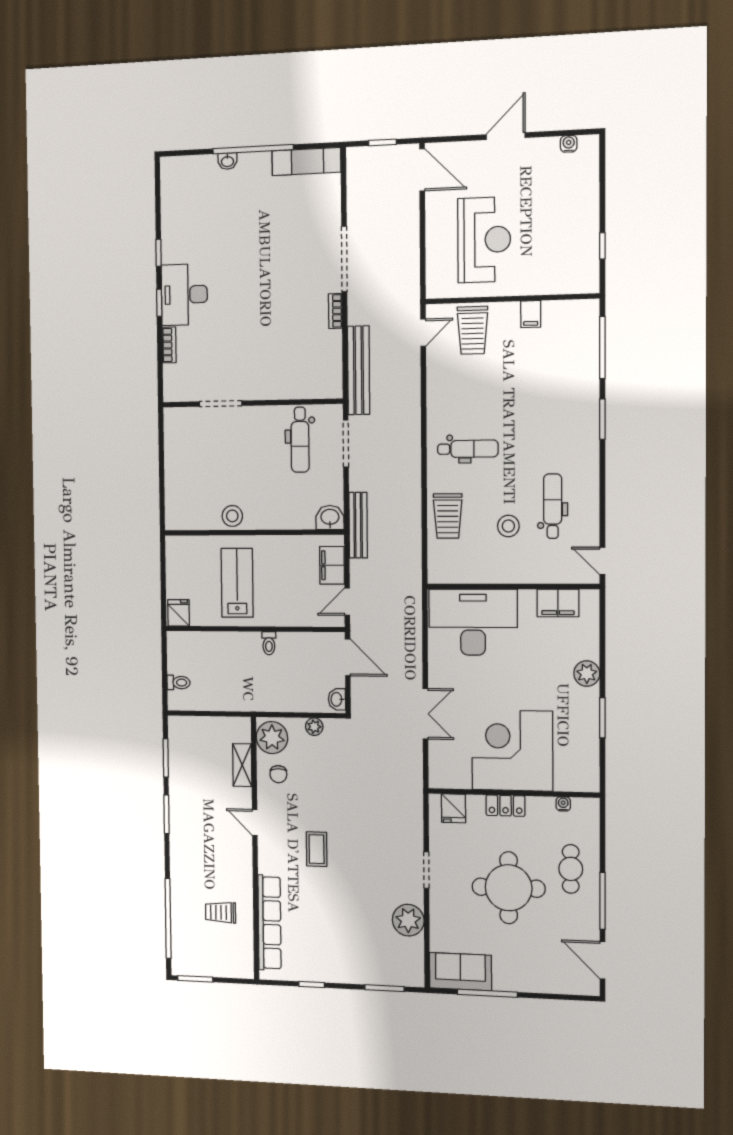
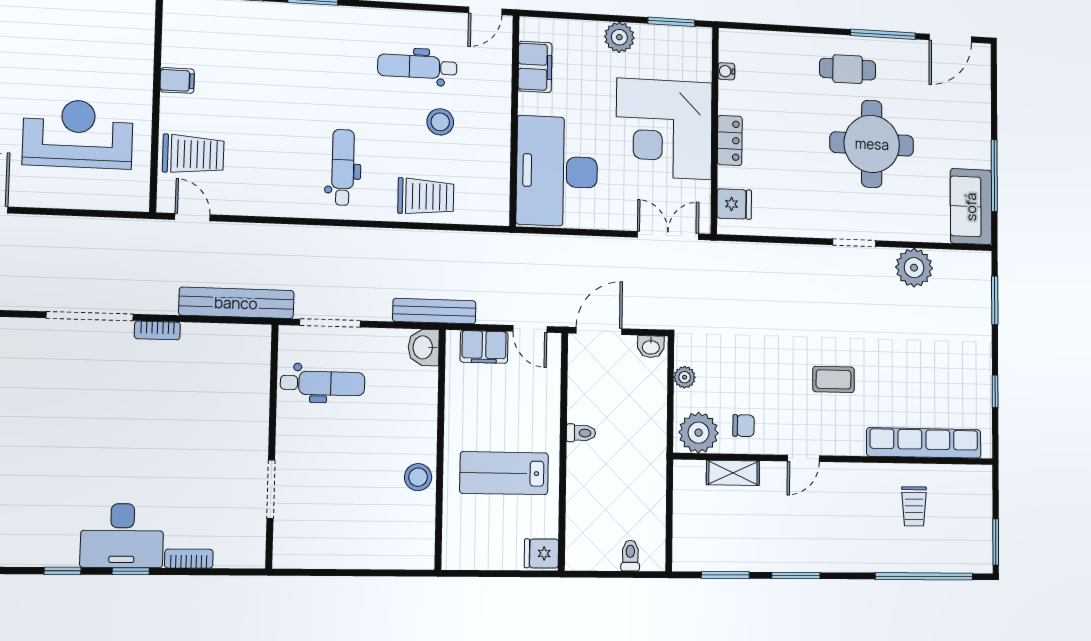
corner desk: (512, 750) -> (664, 129), moved
wall: (513, 793) -> (715, 130), moved
water cooler: (563, 804) -> (726, 71), moved
locker: (506, 806) -> (730, 140), moved
fridge: (454, 808) -> (734, 204), moved

